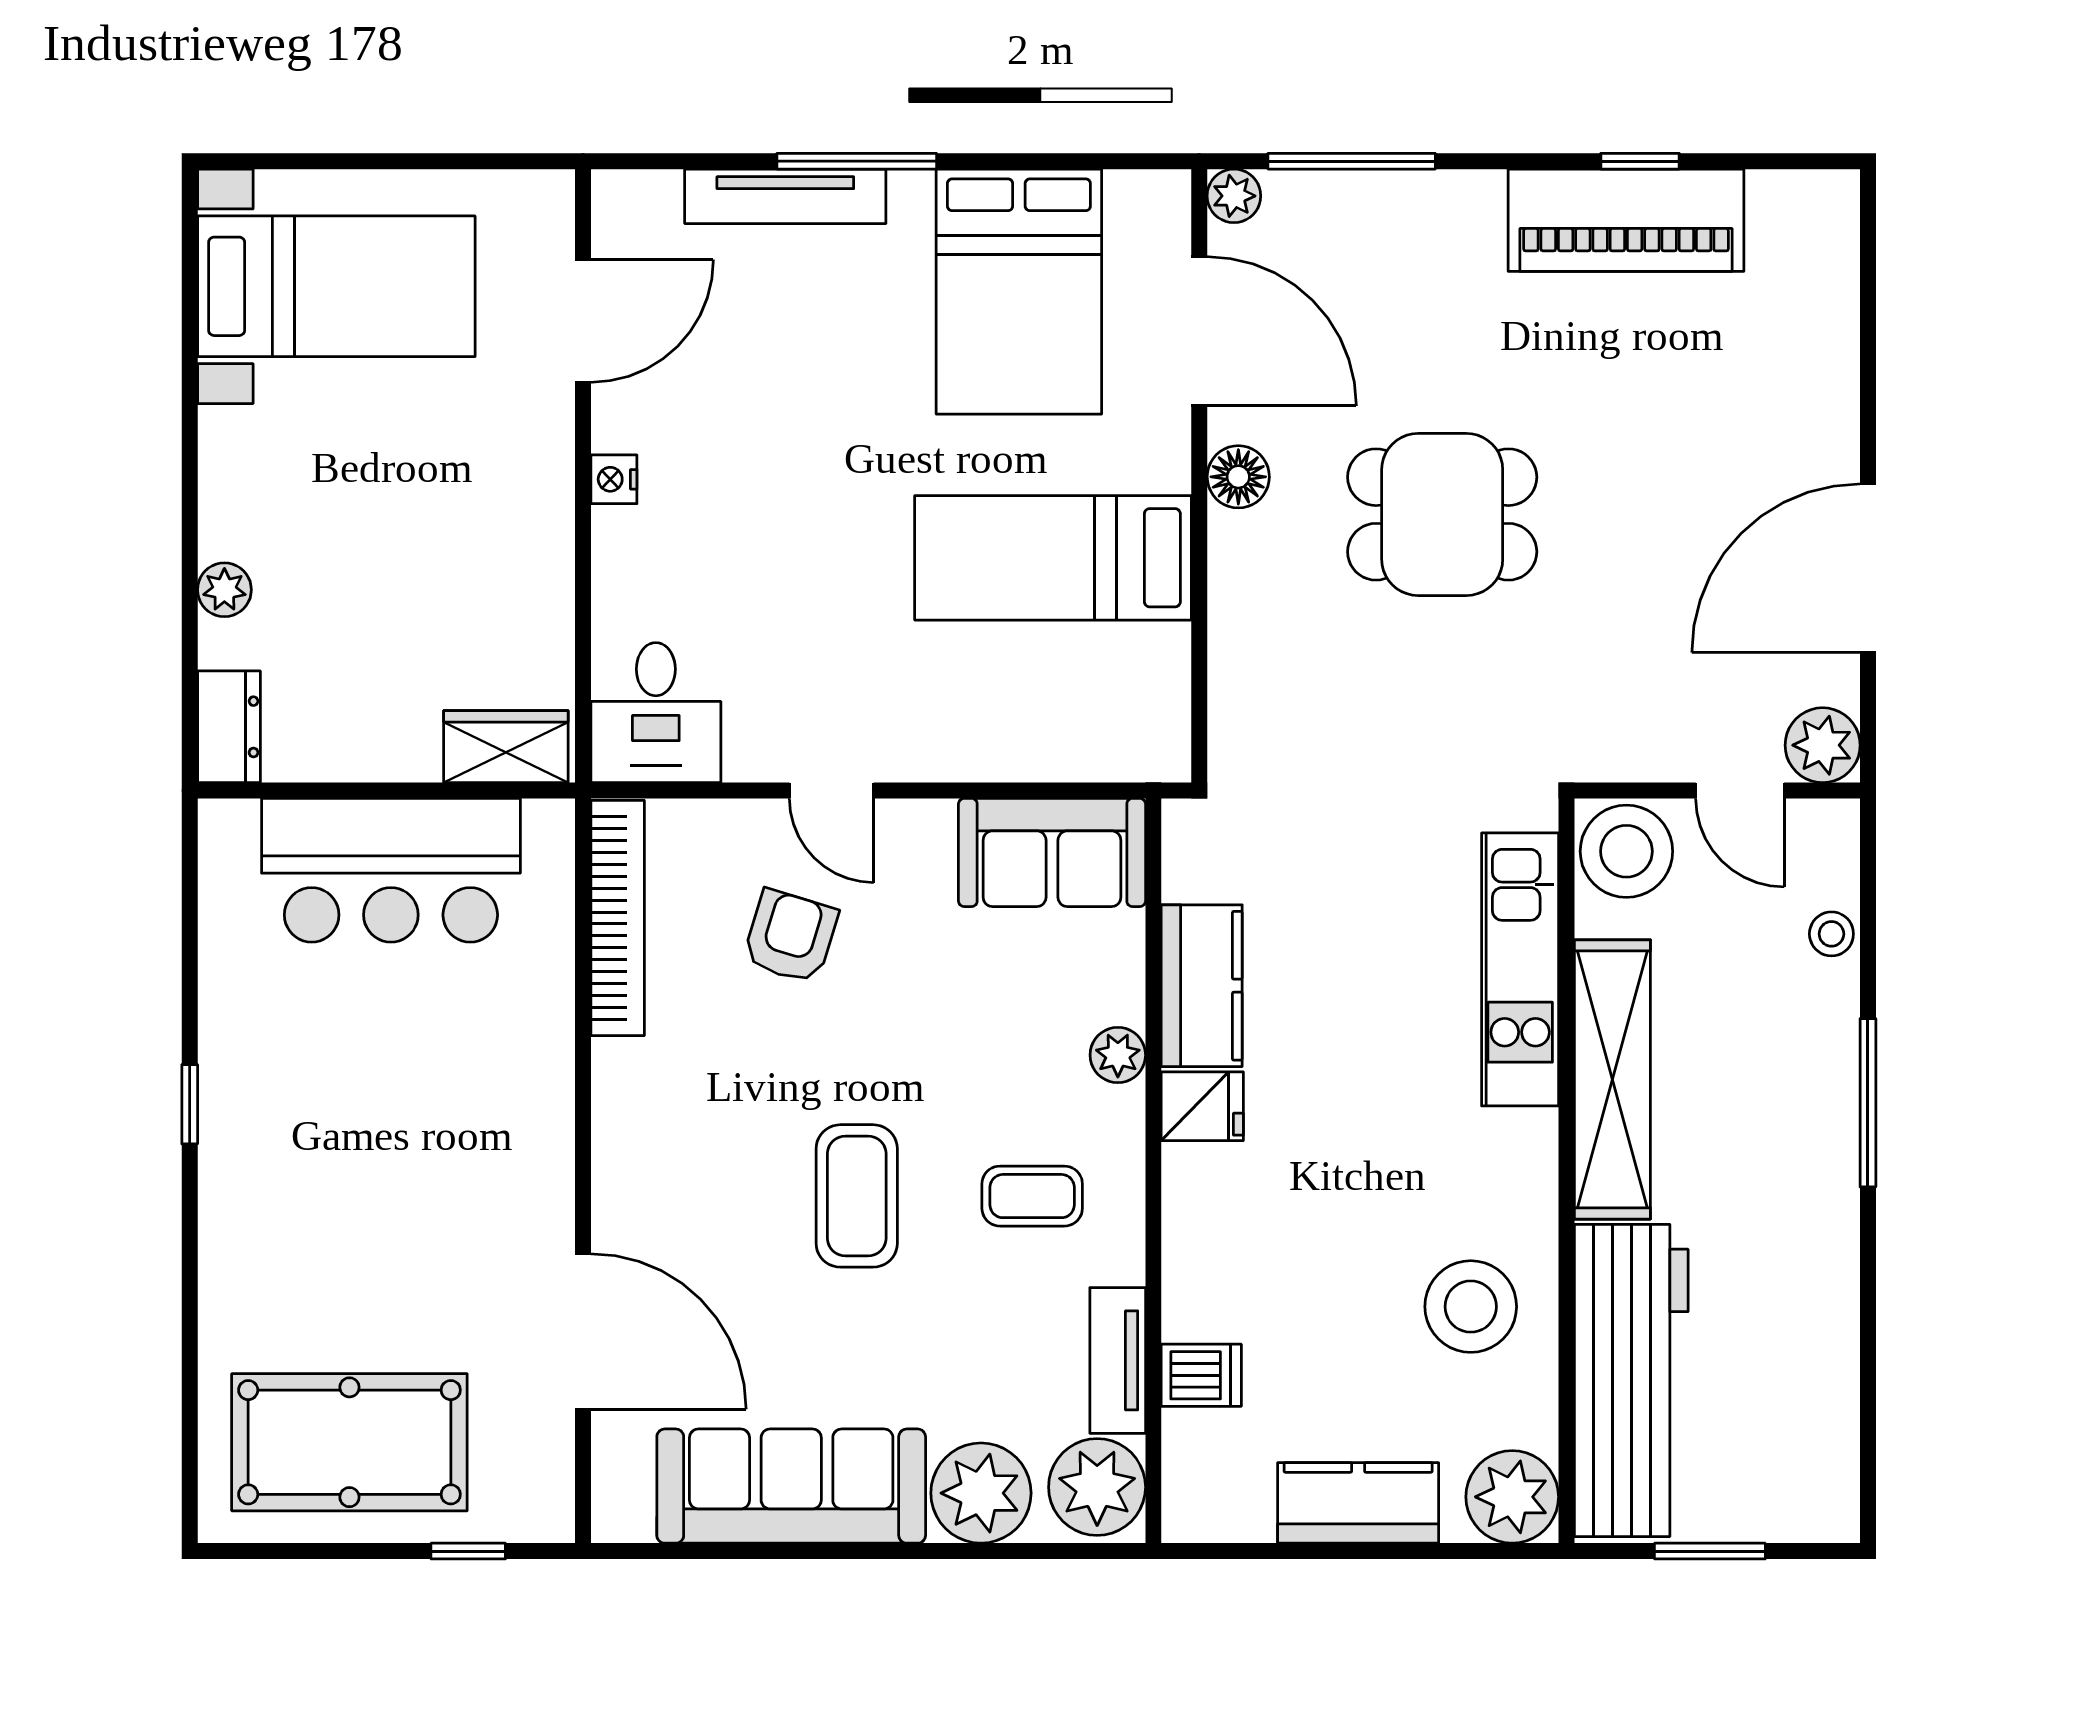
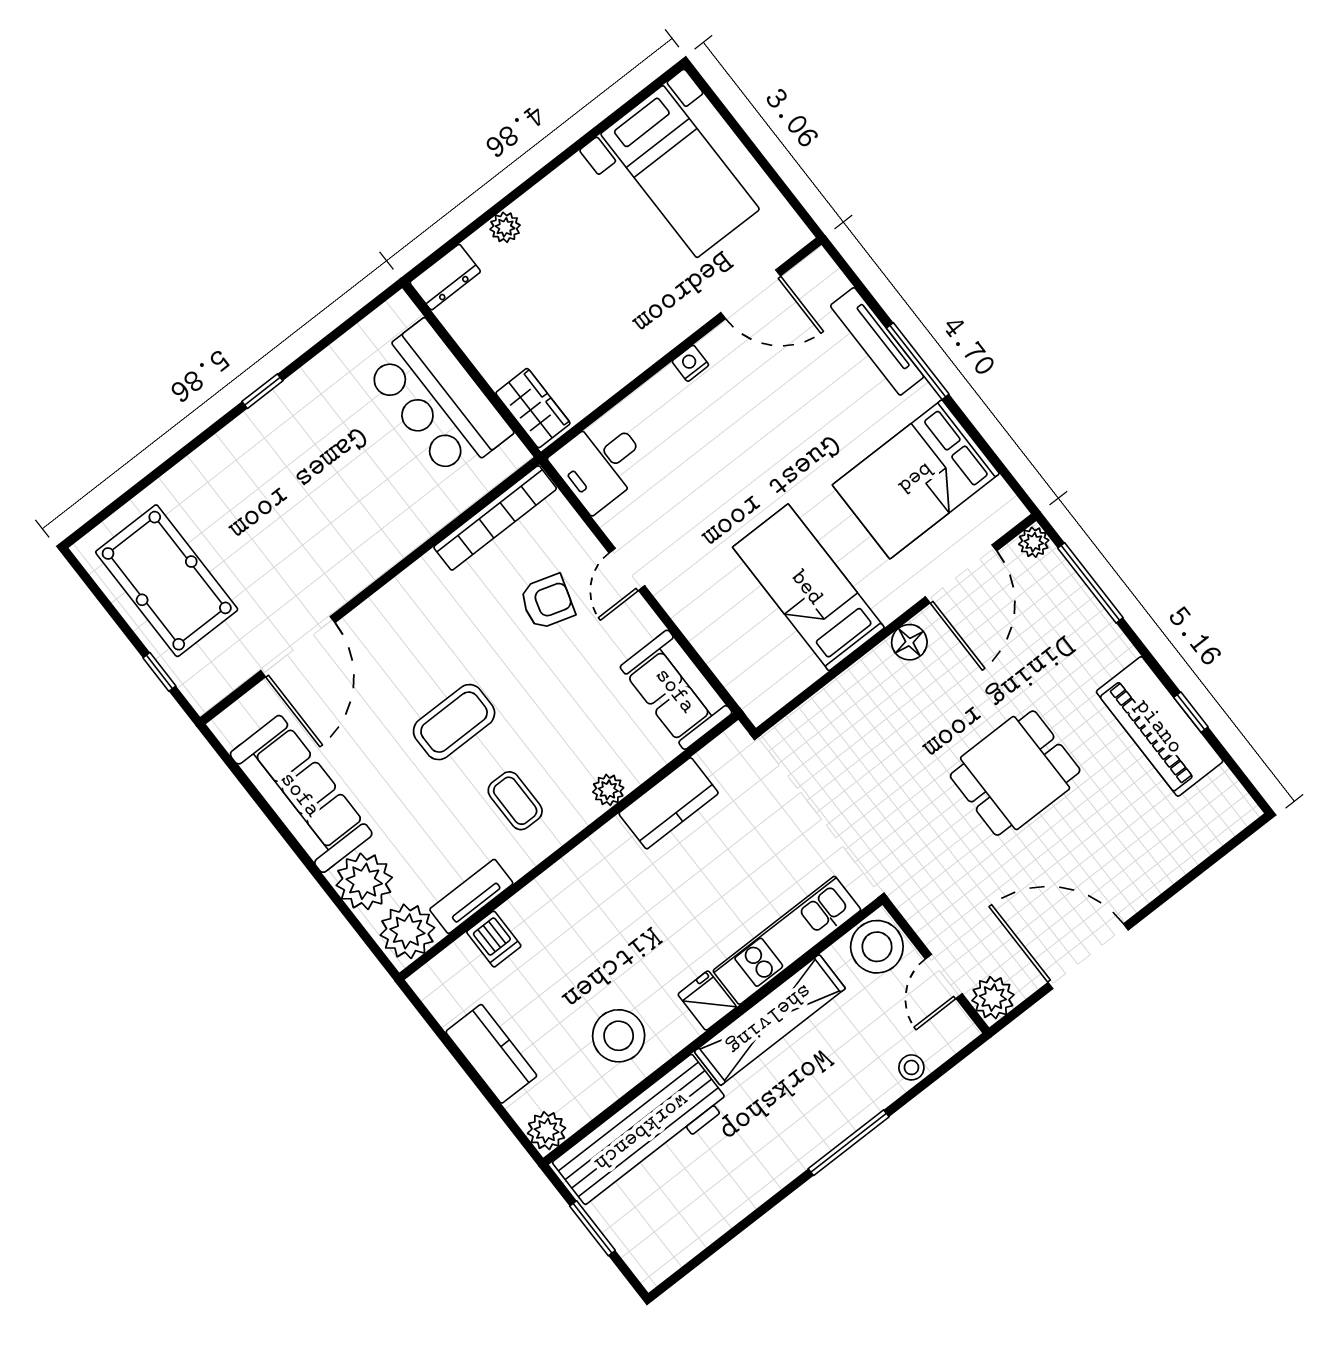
dining table: (1442, 514) -> (1015, 773), moved, turned 90
fridge: (1202, 1106) -> (707, 1001), moved, turned 180
plant: (1512, 1497) -> (547, 1131), width x0.73, depth x0.73

